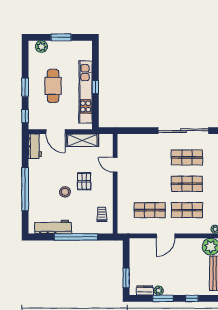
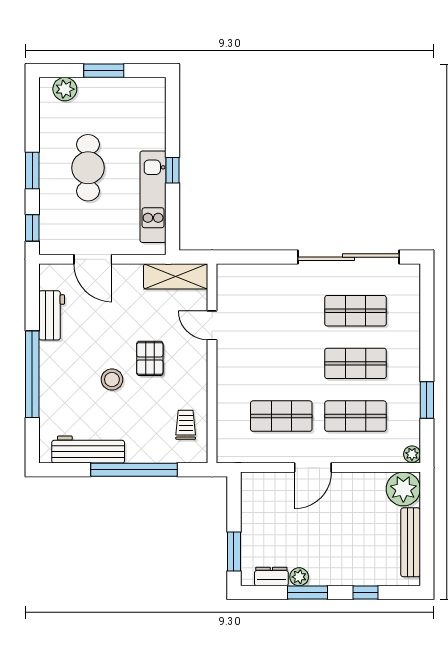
kitchen unit: (86, 92) -> (153, 197), width x0.73
shelving: (82, 140) -> (176, 276), moved
workbench: (35, 146) -> (52, 315), moved

